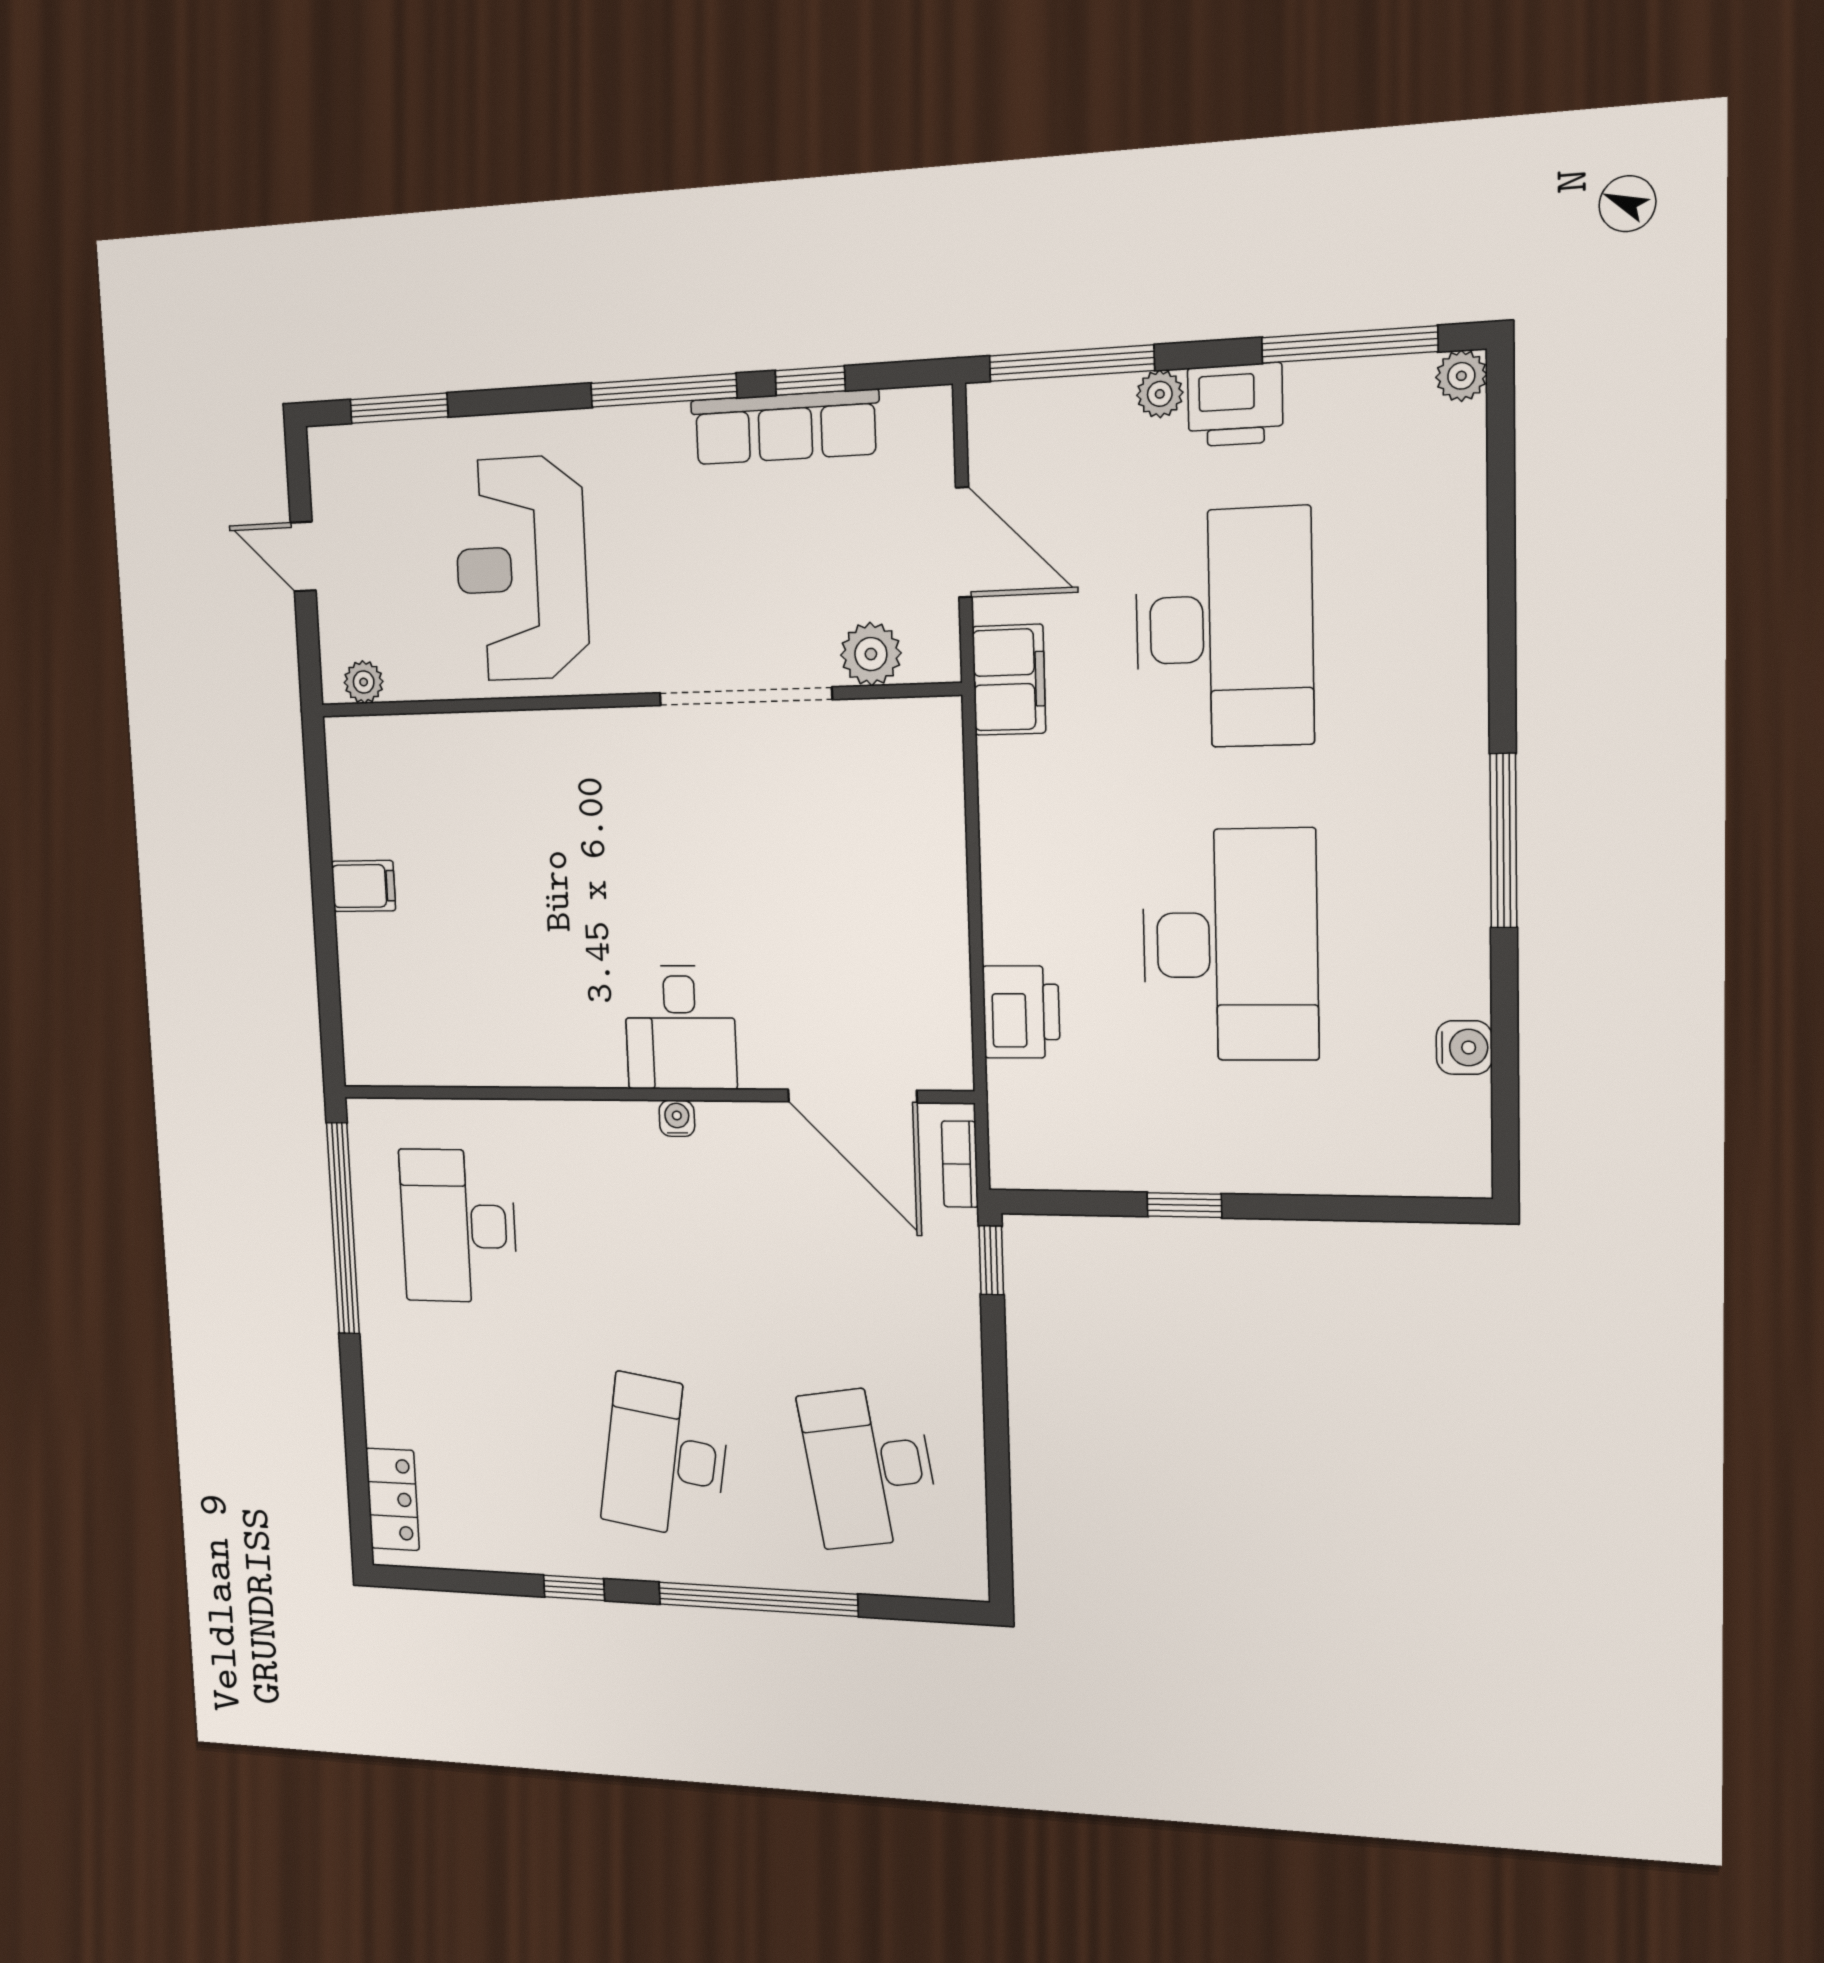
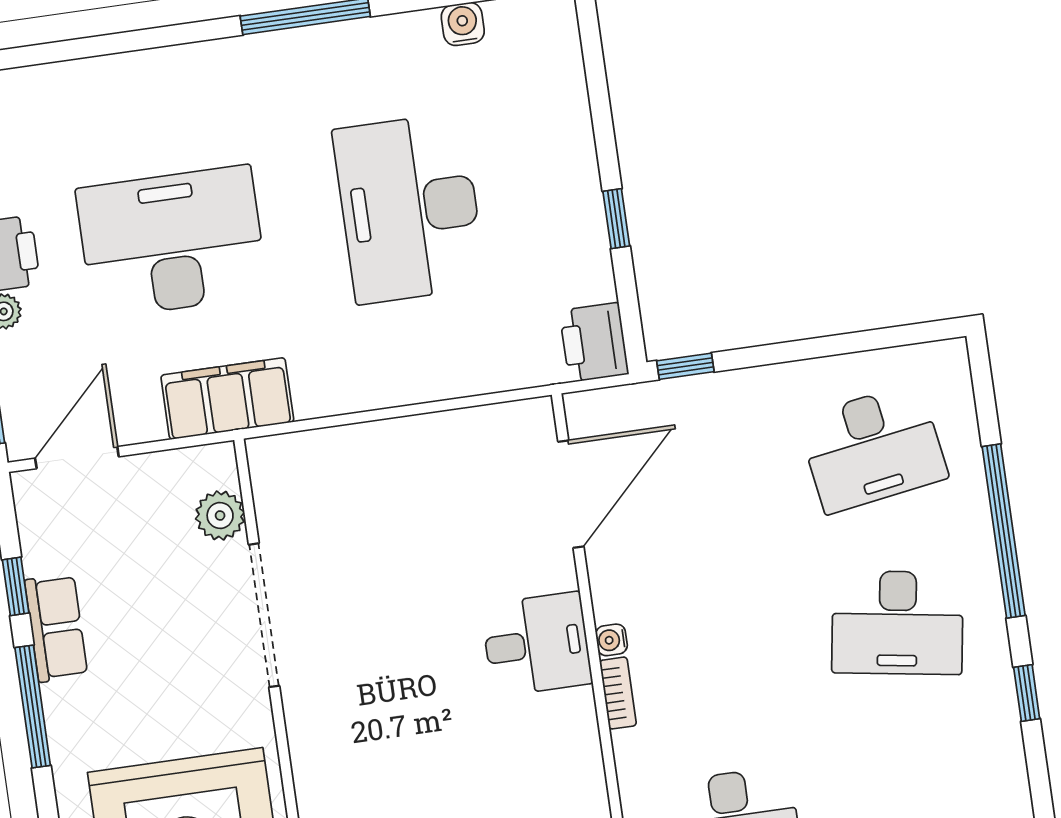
row of seats: (785, 427) -> (56, 628), width x0.68
door: (964, 542) -> (77, 458), moved
filing cabinet: (1009, 680) -> (227, 399), width x1.50, depth x1.17
desk: (1230, 945) -> (409, 208), turned -90
printer: (1021, 1012) -> (594, 342), moved, turned -90
bookcase: (960, 1164) -> (618, 693), moved, turned -90

